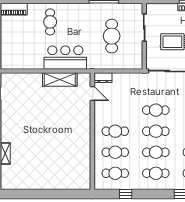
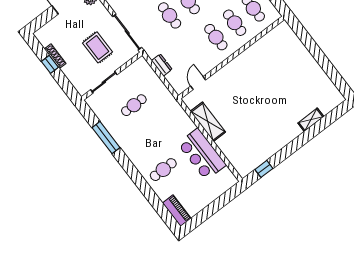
cafe table: (112, 36) -> (134, 105), width x0.73, depth x0.74
bar counter: (65, 58) -> (202, 154), moved
dresser: (103, 78) -> (162, 65), moved

